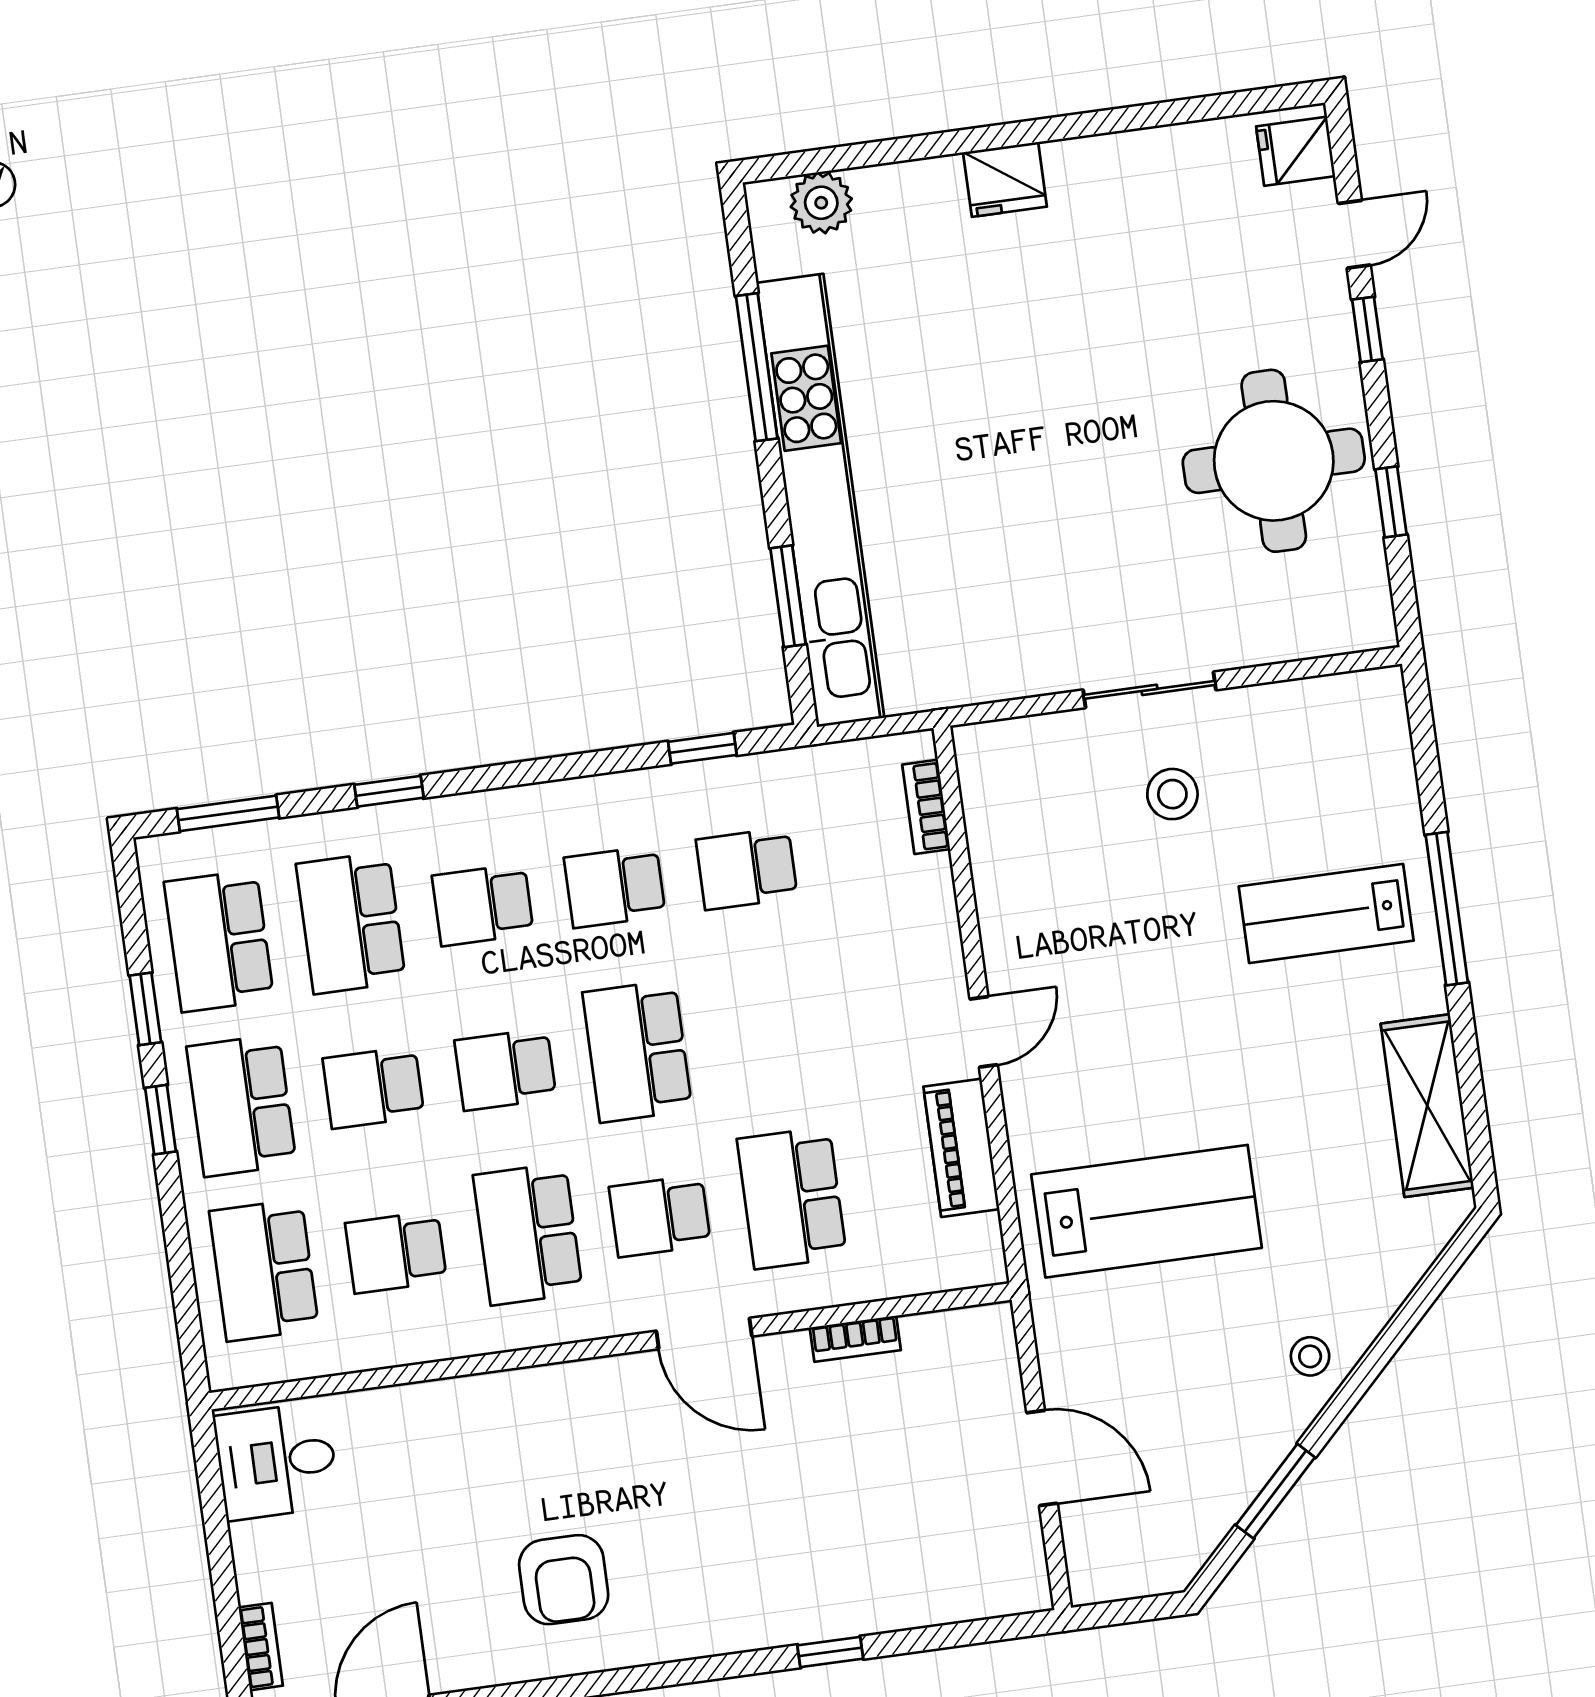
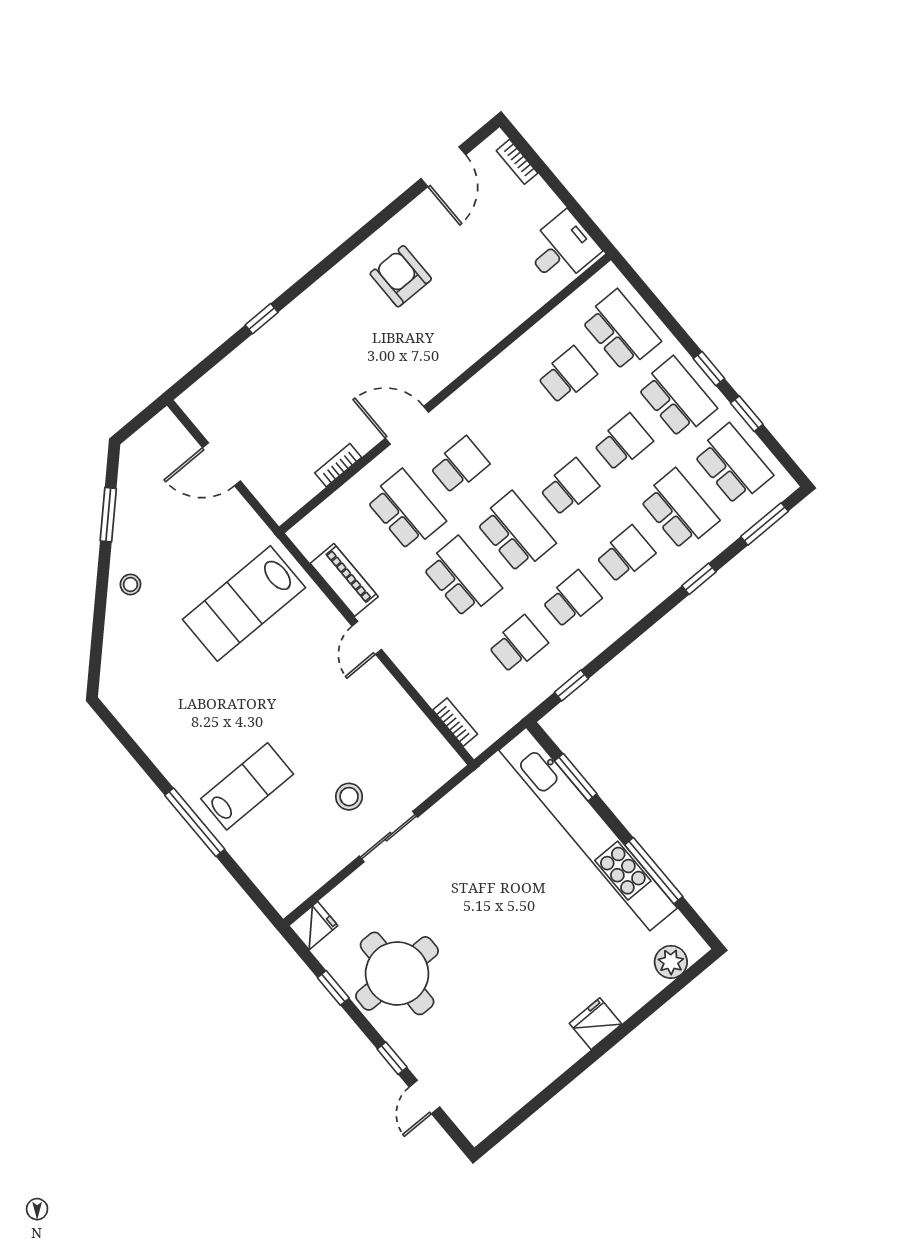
fridge: (1296, 151) -> (313, 926), moved
shelving: (1427, 1106) -> (148, 729), removed
school desk: (528, 1234) -> (462, 577), moved

